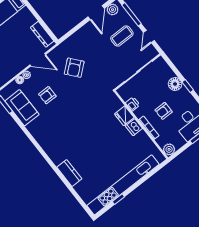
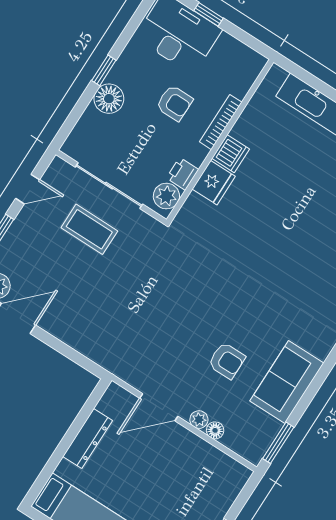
dresser: (42, 34) -> (88, 439), moved
coffee table: (122, 36) -> (89, 229), moved
door: (38, 60) -> (159, 407), swing flipped
armchair: (74, 68) -> (149, 324), removed
sofa: (22, 108) -> (287, 382), moved
plant: (169, 149) -> (166, 196), moved

